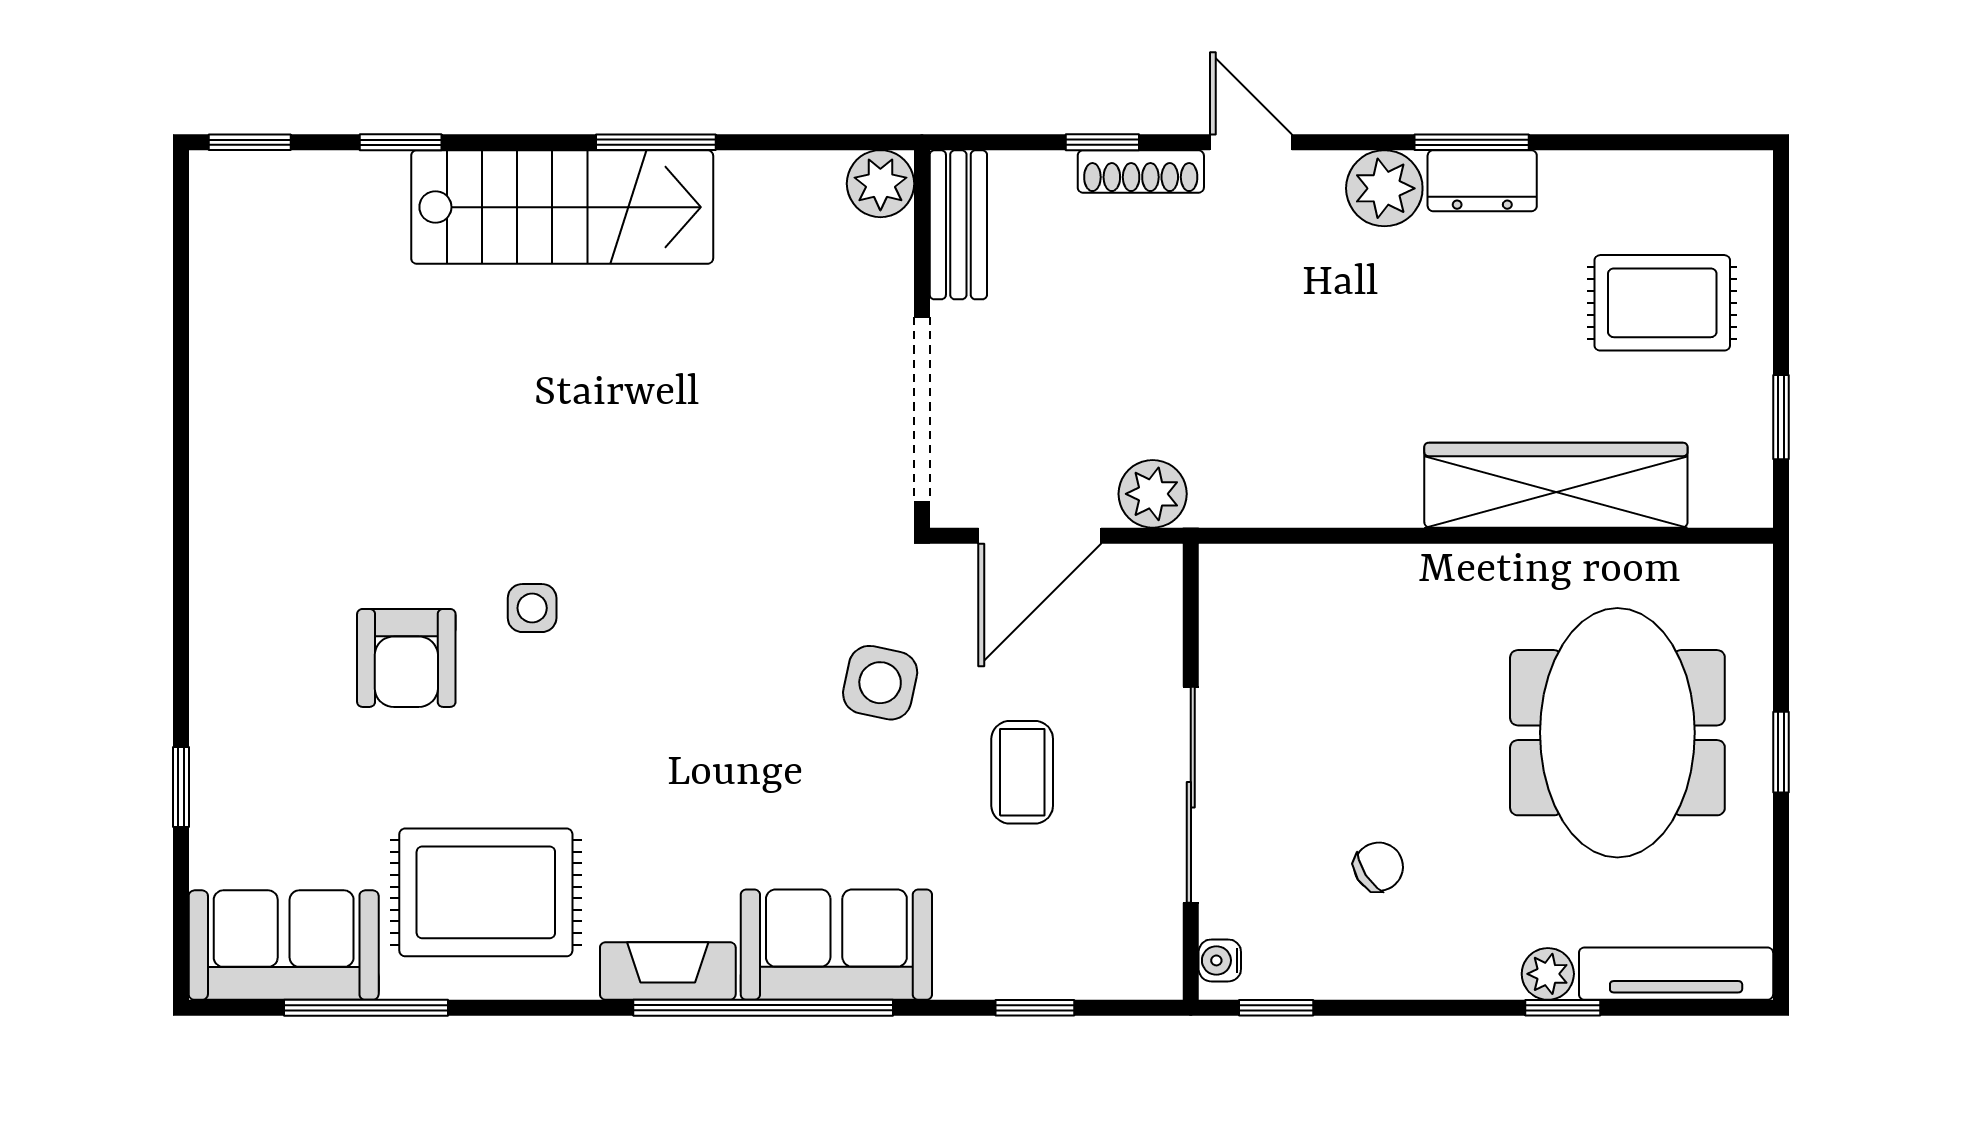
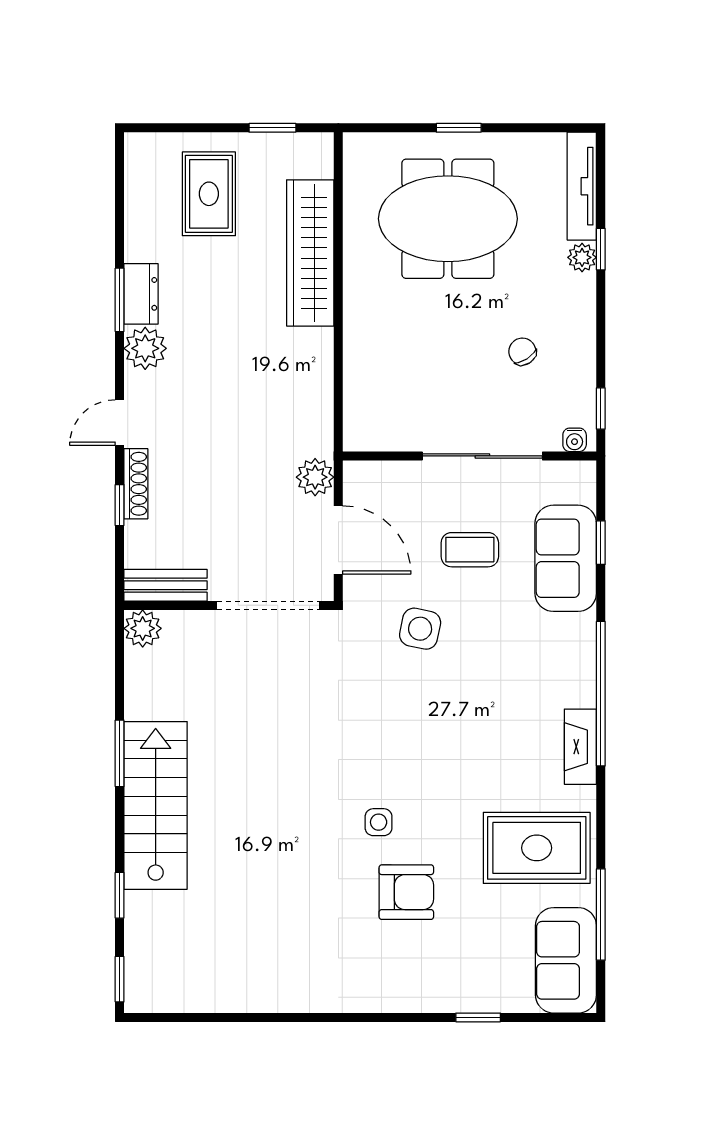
rug: (486, 892) -> (537, 848), turned 90
sofa: (836, 945) -> (566, 558), moved

